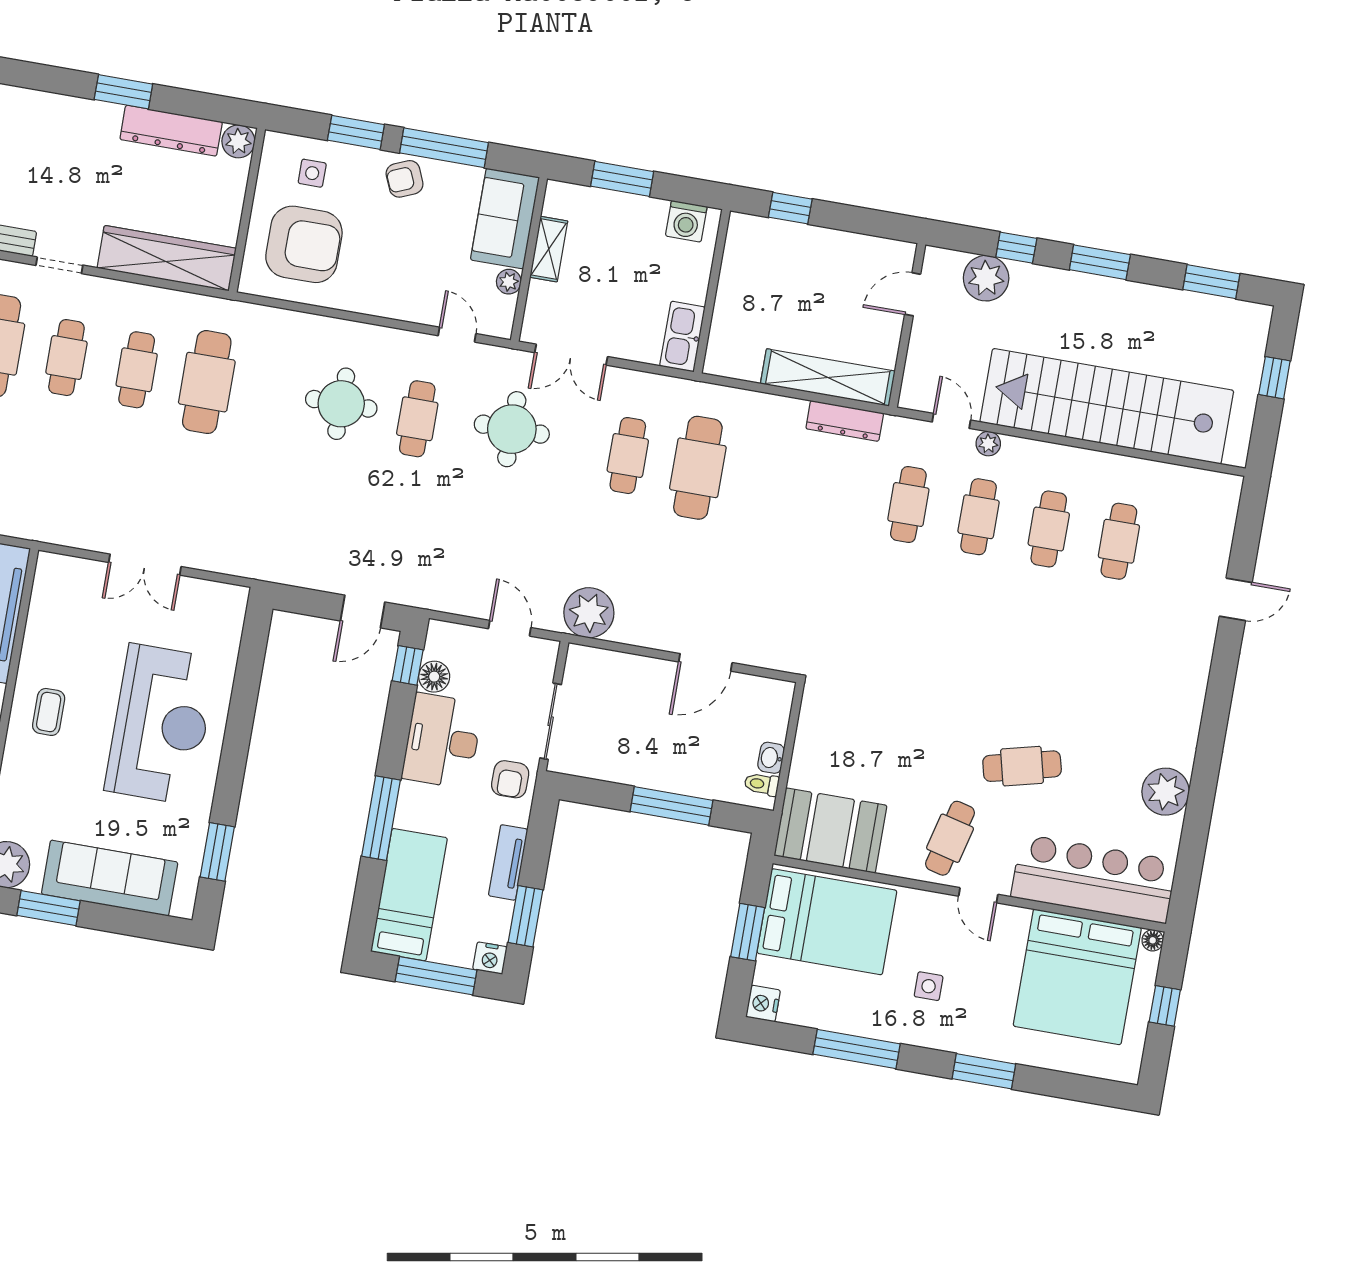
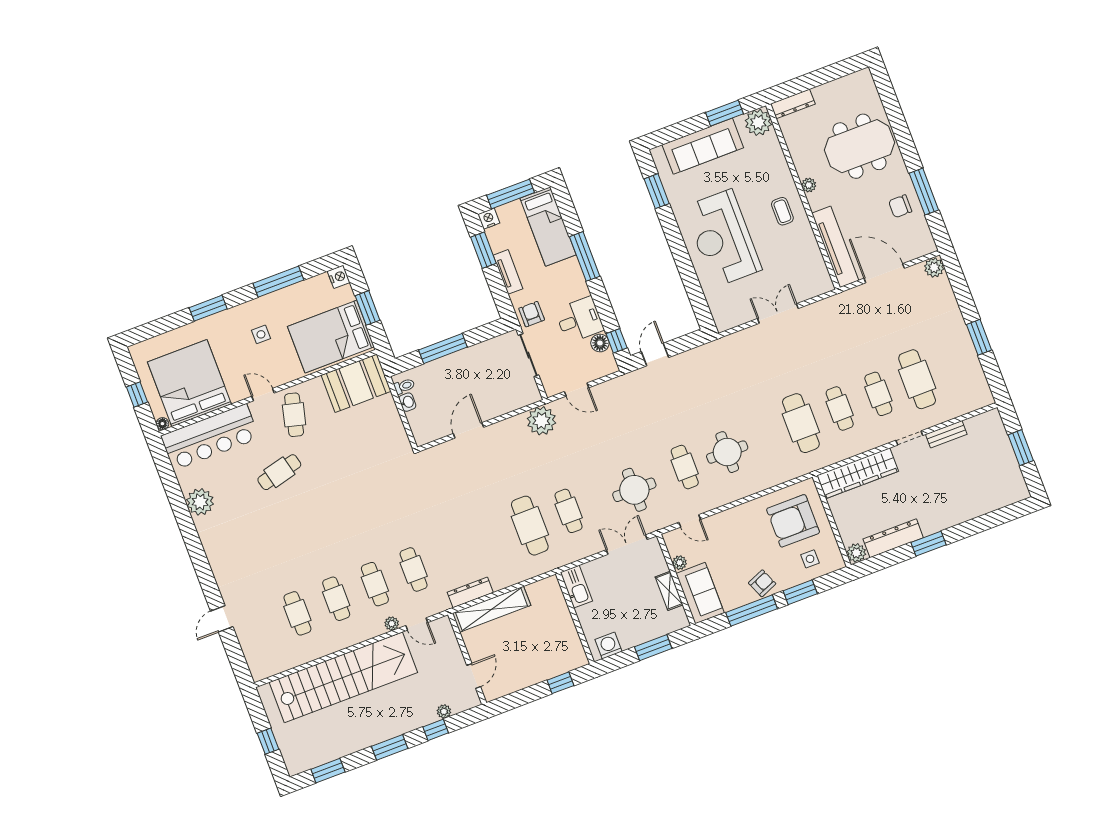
plant: (986, 278) -> (444, 711), width x0.53, depth x0.53
desk: (442, 741) -> (579, 320), width x0.73

